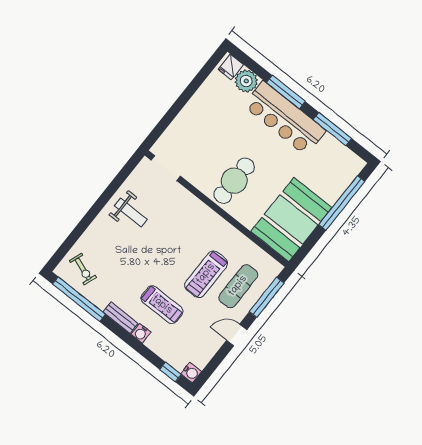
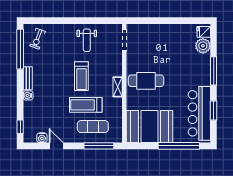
bar counter: (285, 118) -> (199, 113), moved
window: (332, 129) -> (214, 111), width x0.69
shelving: (215, 220) -> (118, 87), added
treadmill: (162, 305) -> (81, 76), moved
door: (237, 335) -> (56, 146), moved
water cooler: (191, 373) -> (42, 138), moved

